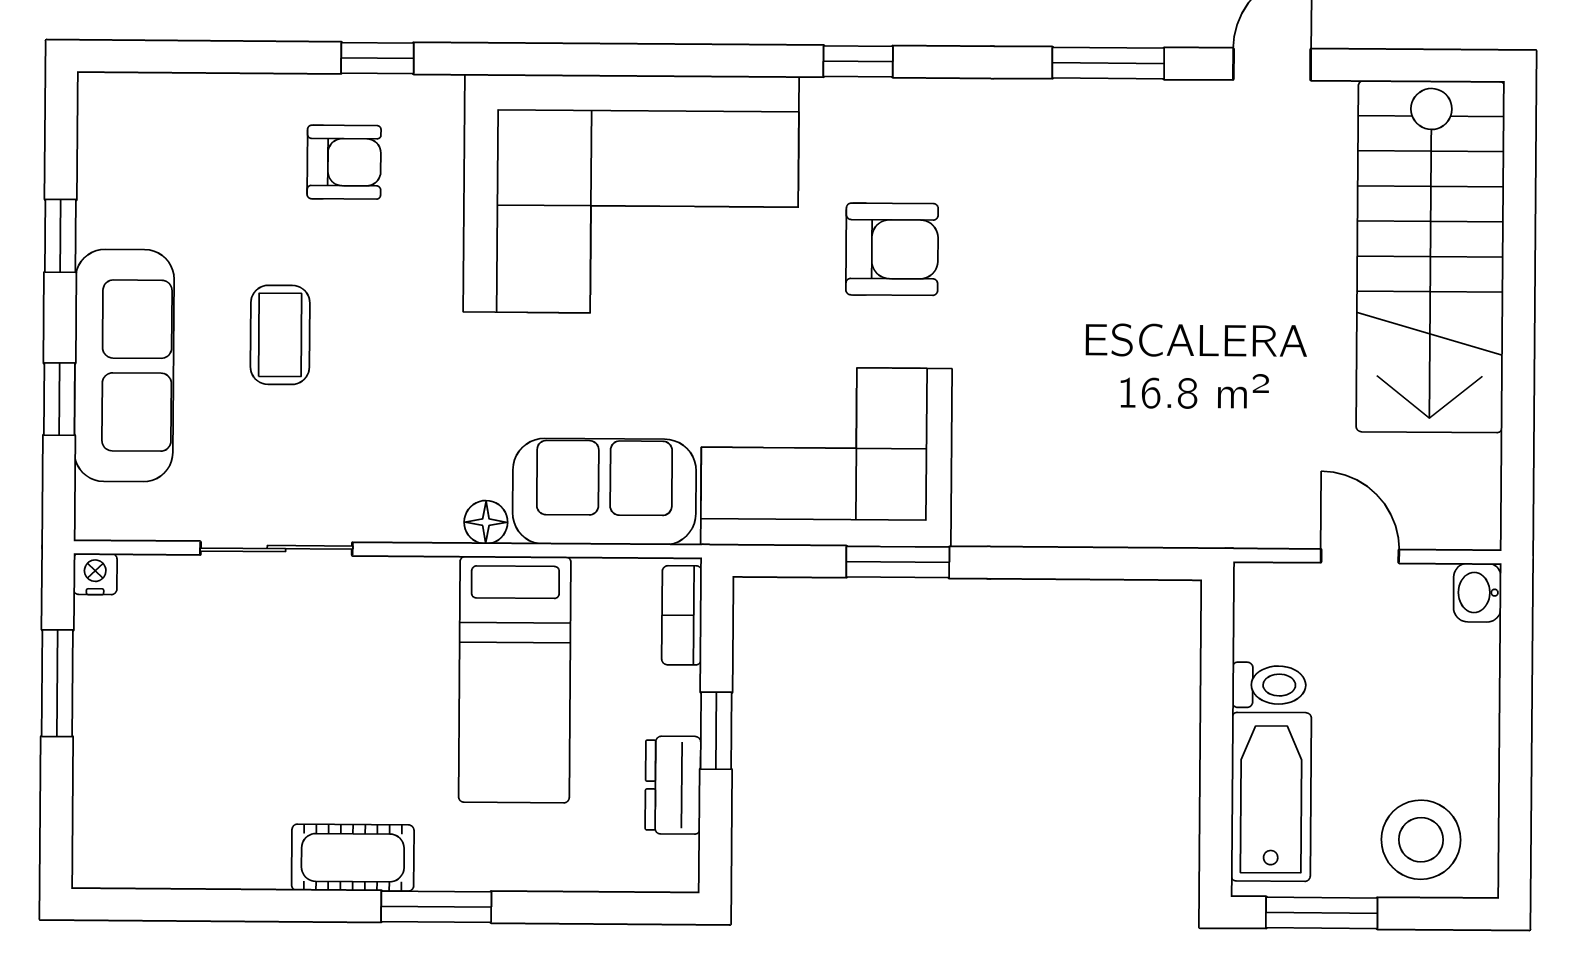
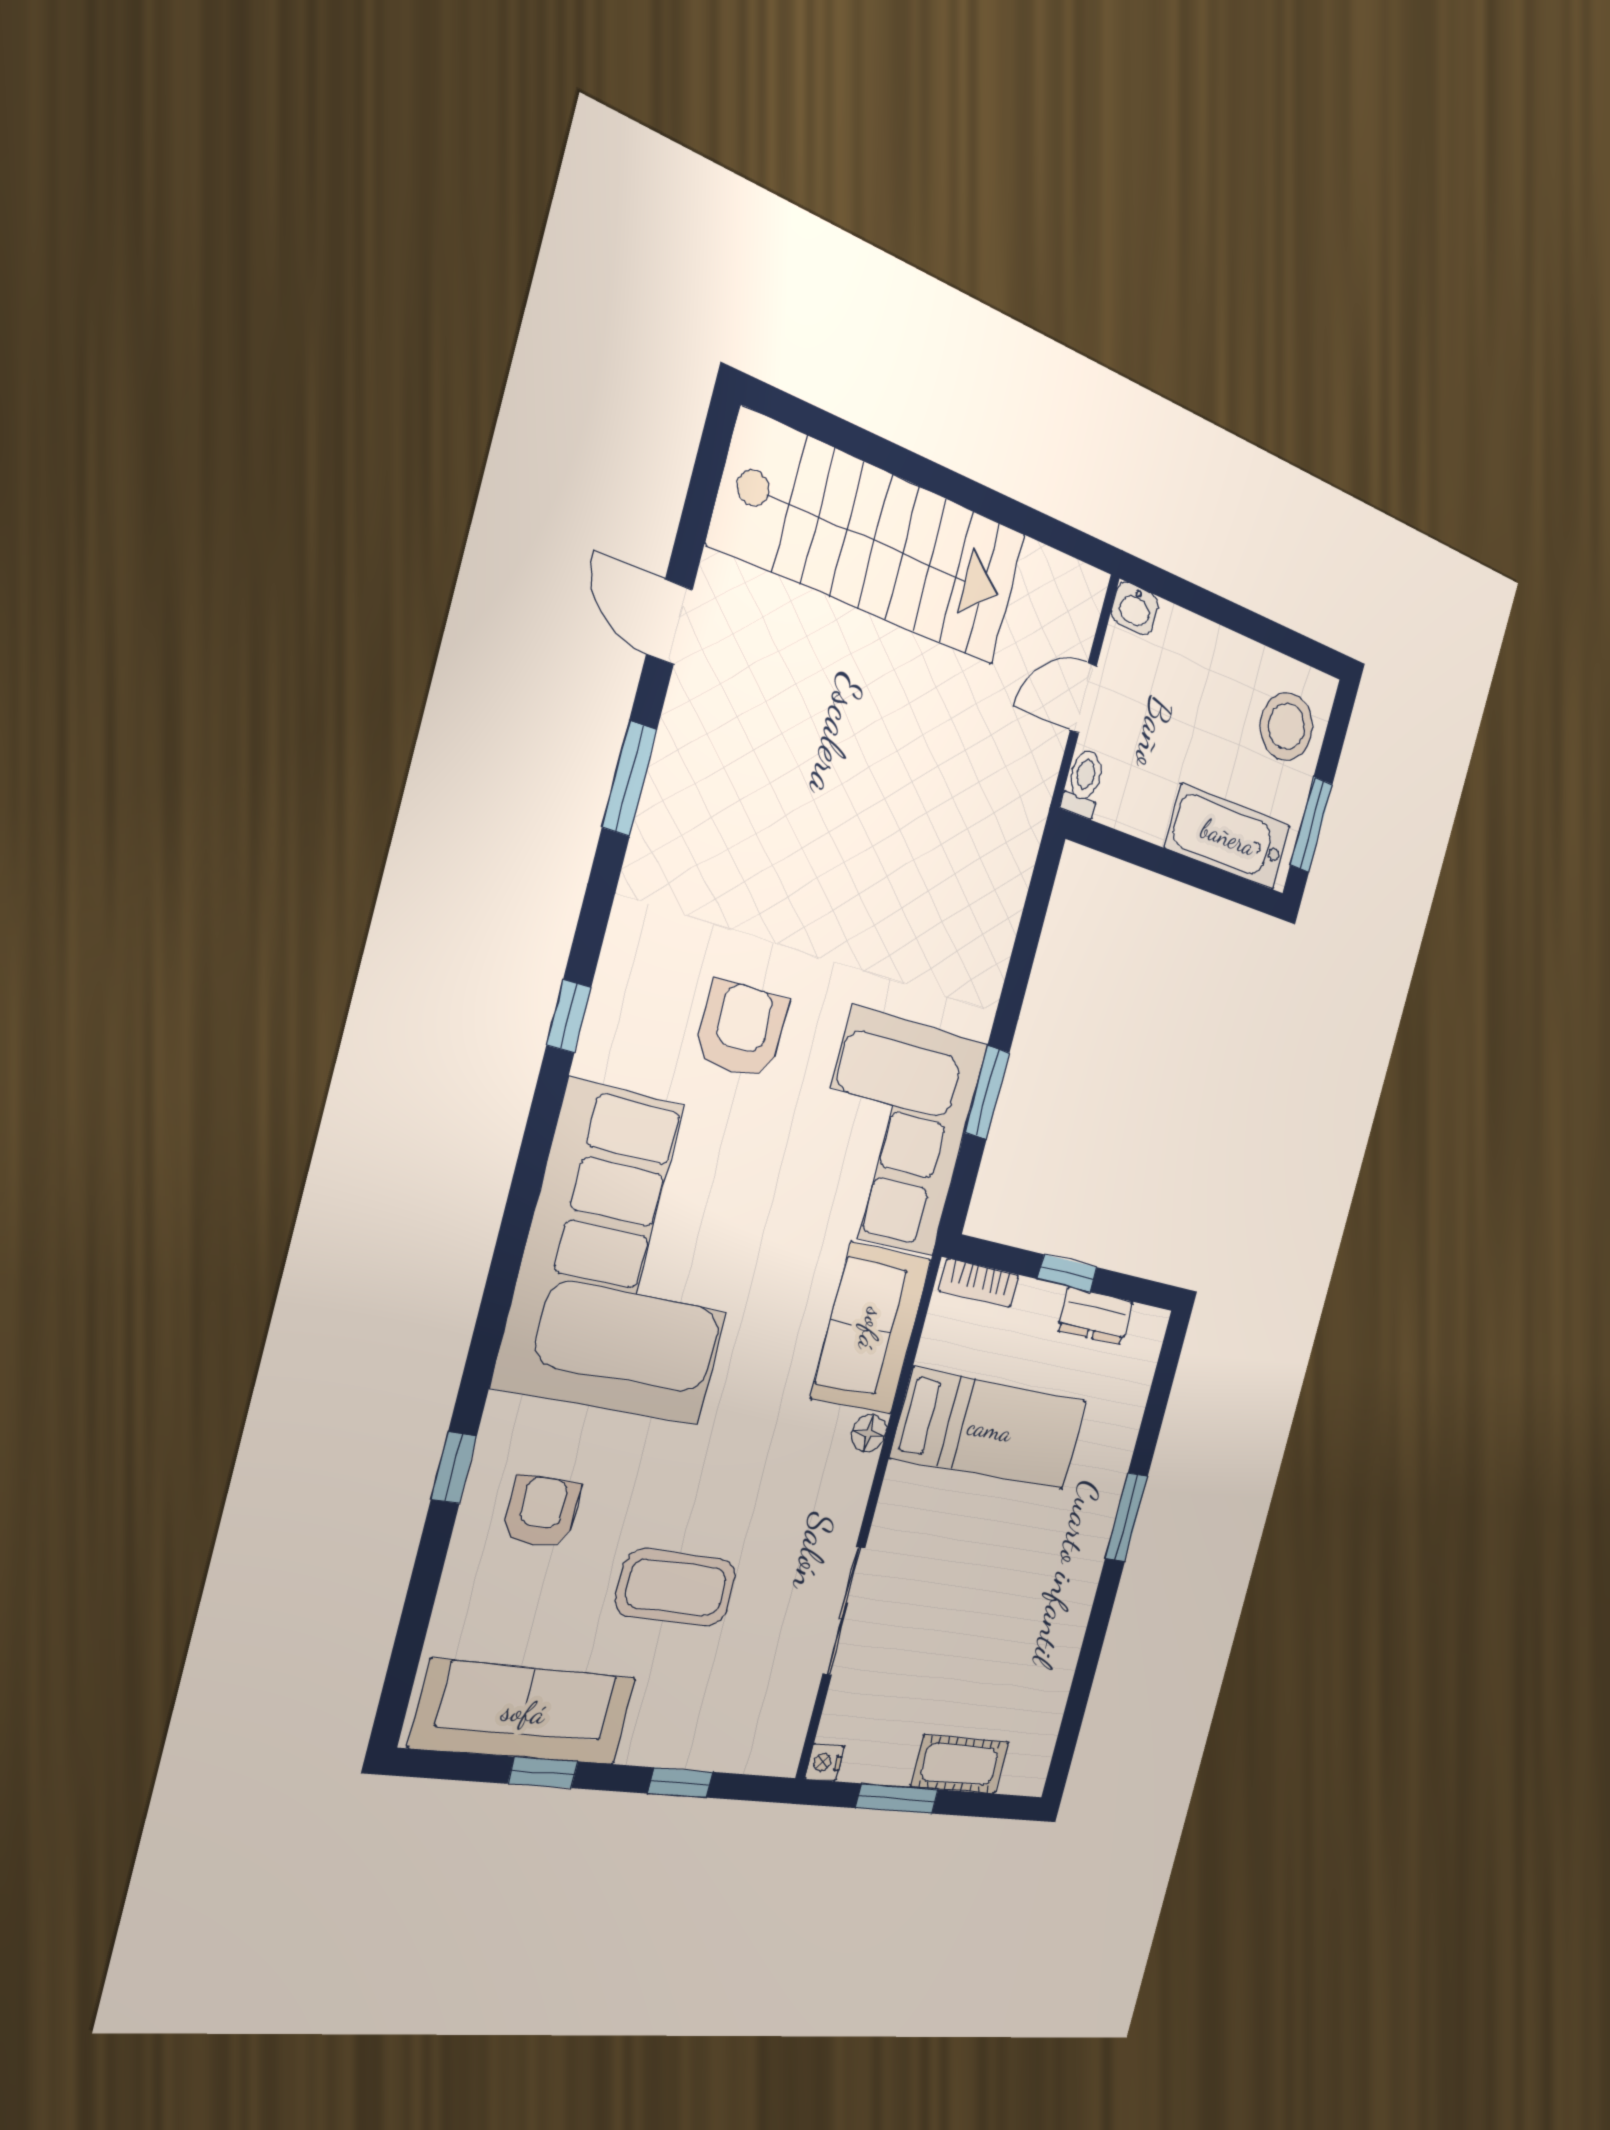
coffee table: (280, 335) -> (676, 1588), width x1.36, depth x1.30
sofa: (124, 366) -> (524, 1712), moved
toilet: (1269, 685) -> (1084, 783), moved
cot: (353, 858) -> (960, 1764), moved, turned 90

